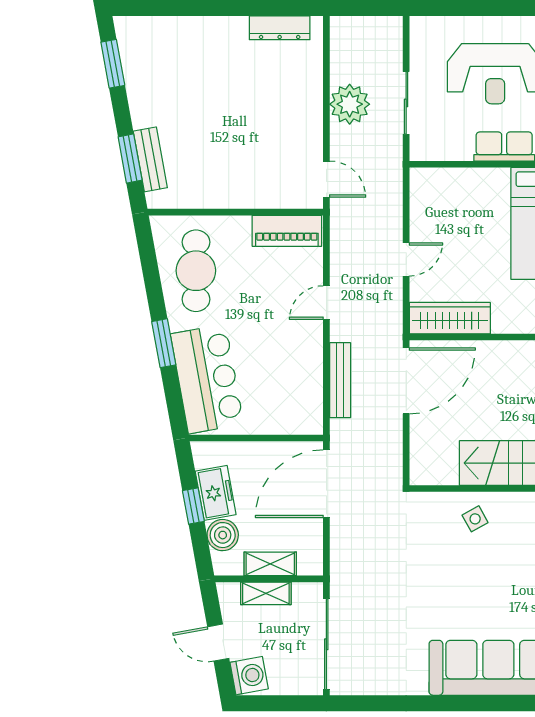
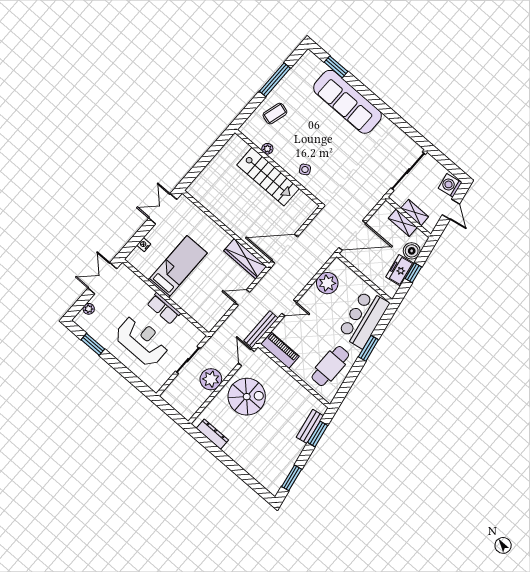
spiral stairs: (277, 124) -> (247, 397), added
bench: (340, 380) -> (261, 329), moved
plant: (303, 385) -> (327, 283), added

